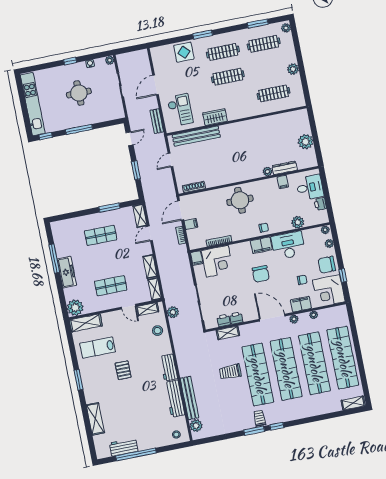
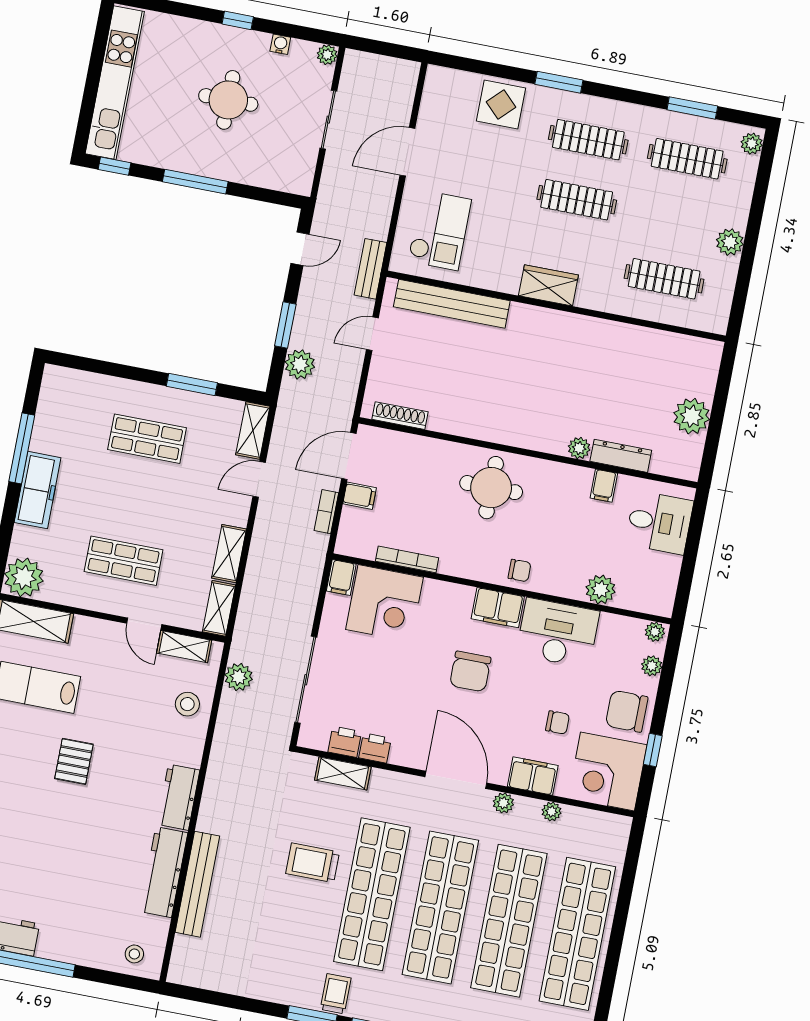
wardrobe: (215, 117) -> (548, 285), moved
bench: (157, 121) -> (370, 269), moved
printer: (320, 204) -> (668, 569), removed
plant: (196, 426) -> (300, 364), moved

